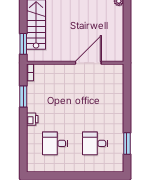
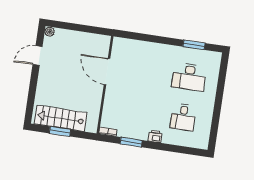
window: (23, 44) -> (60, 131), moved
desk: (95, 143) -> (189, 77), width x1.37

